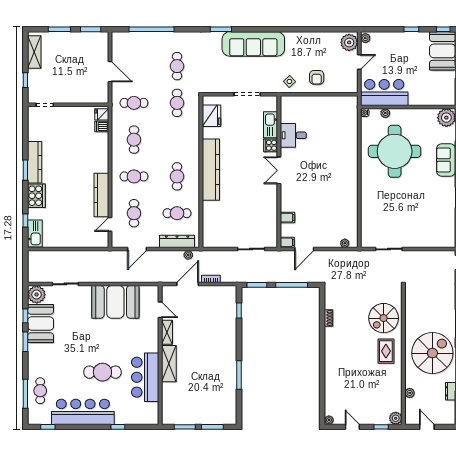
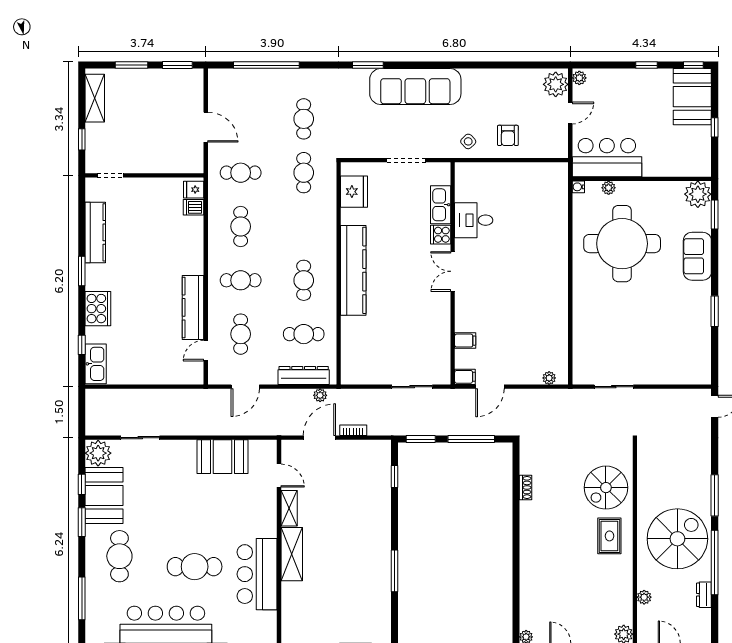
kitchen counter: (35, 162) -> (95, 232), moved
booth: (115, 302) -> (223, 457), width x0.73, depth x0.70
cafe table: (40, 391) -> (119, 556), moved, width x1.37, depth x1.35

